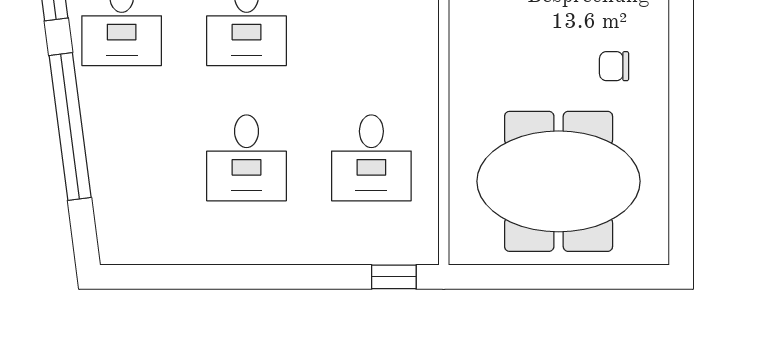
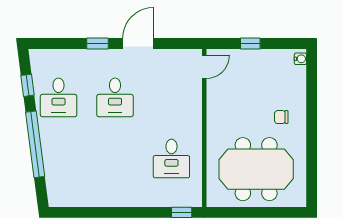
desk: (247, 158) -> (115, 159), removed

